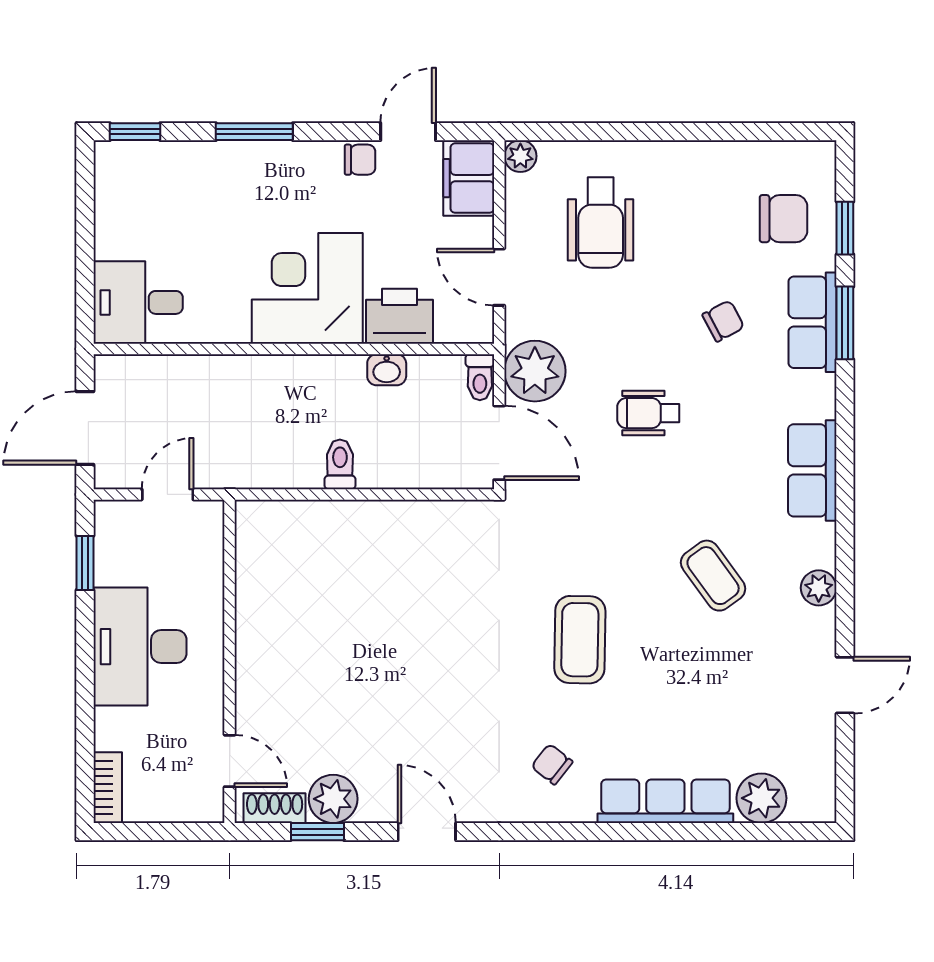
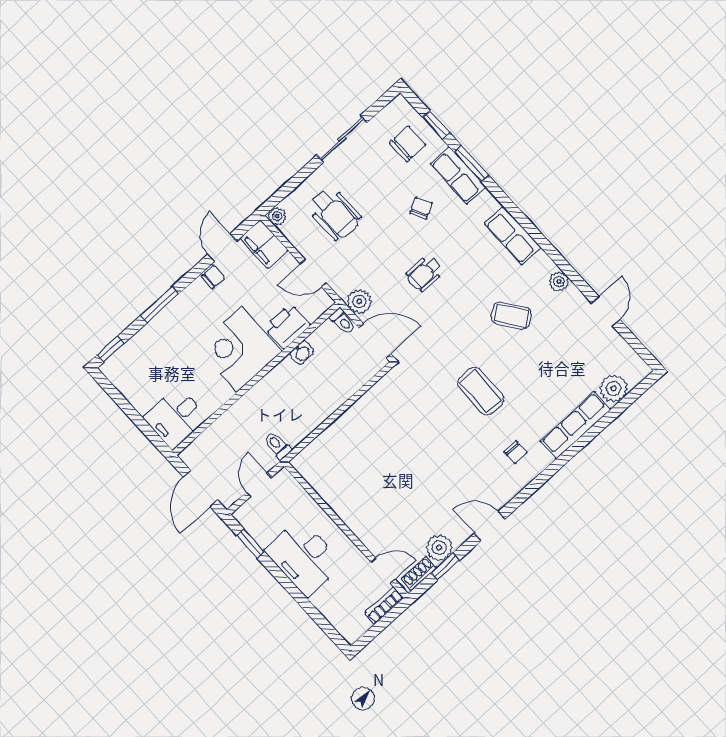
sliding door: (701, 132) -> (342, 139), added
plant: (535, 371) -> (359, 301), width x0.73, depth x0.73
toilet: (340, 464) -> (277, 445), moved
chair: (552, 764) -> (516, 452), turned -128
bookcase: (108, 788) -> (384, 605), moved, turned -90

